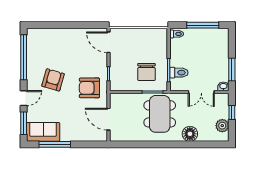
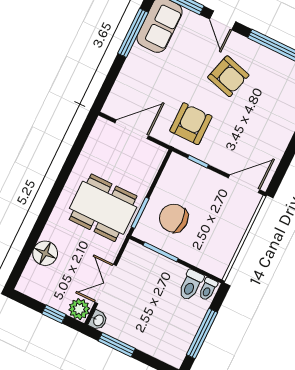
toilet: (179, 73) -> (191, 285), moved
plant: (222, 126) -> (79, 309), moved
floor lamp: (190, 134) -> (45, 253), moved

